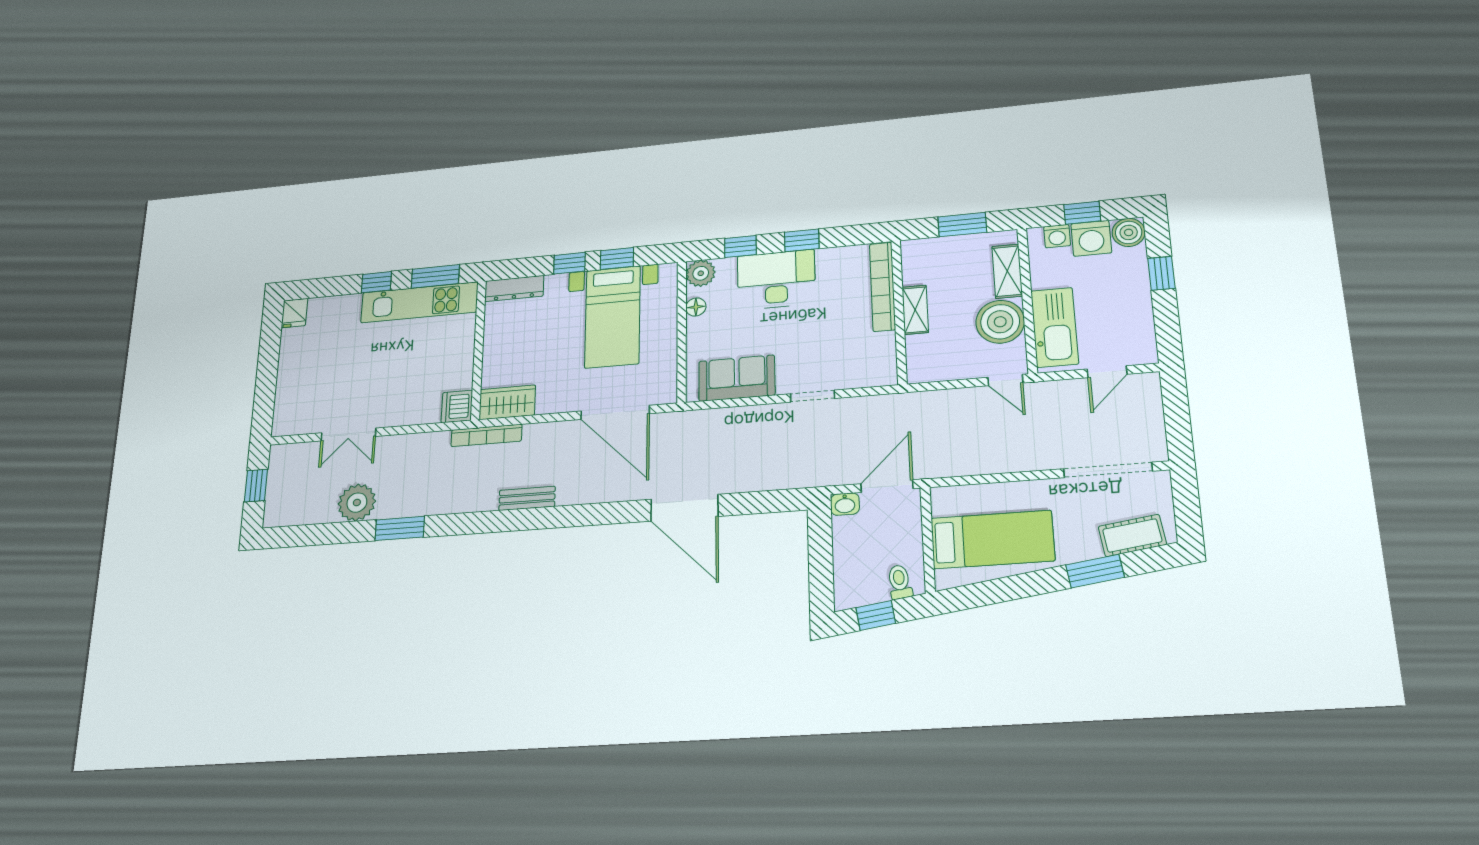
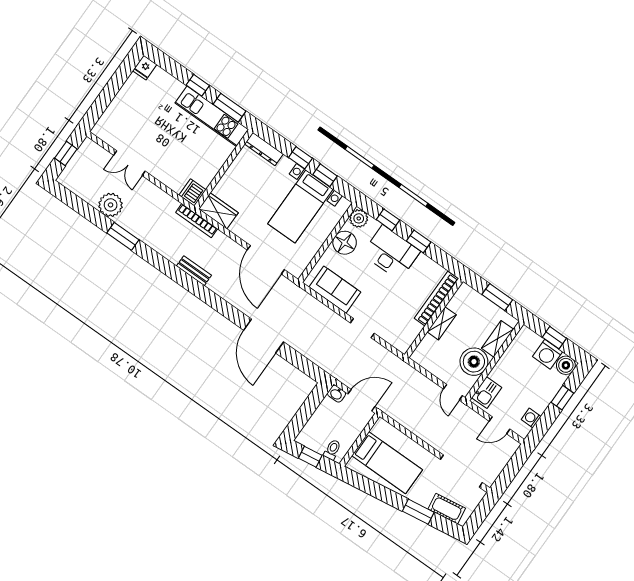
washing machine: (1057, 236) -> (531, 418), moved, turned 90
floor lamp: (696, 307) -> (345, 243), width x1.89, depth x1.89
kitchen sink: (1055, 327) -> (487, 393), width x0.53, depth x0.81

